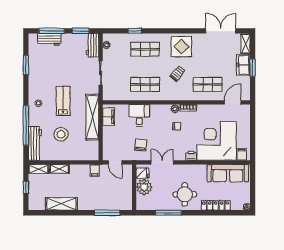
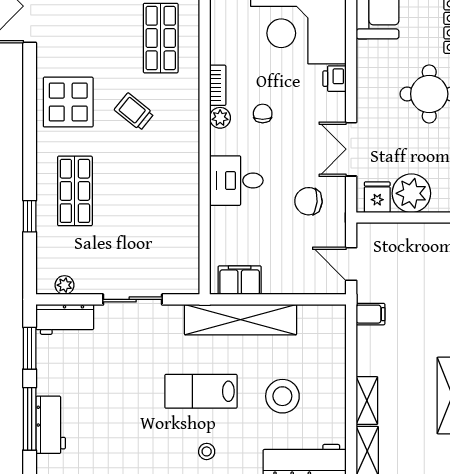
shop shelf: (145, 84) -> (161, 191), removed
desk: (139, 115) -> (236, 181), moved
door: (115, 162) -> (351, 264), swing flipped

